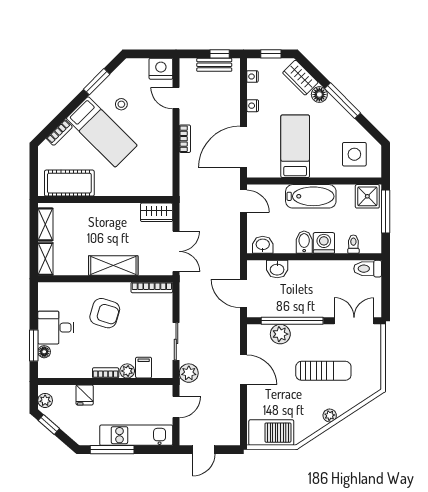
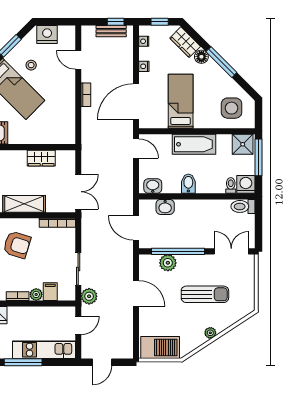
nightstand: (161, 69) -> (47, 35), moved
wardrobe: (157, 212) -> (41, 158), moved
washing machine: (324, 243) -> (246, 184), moved

